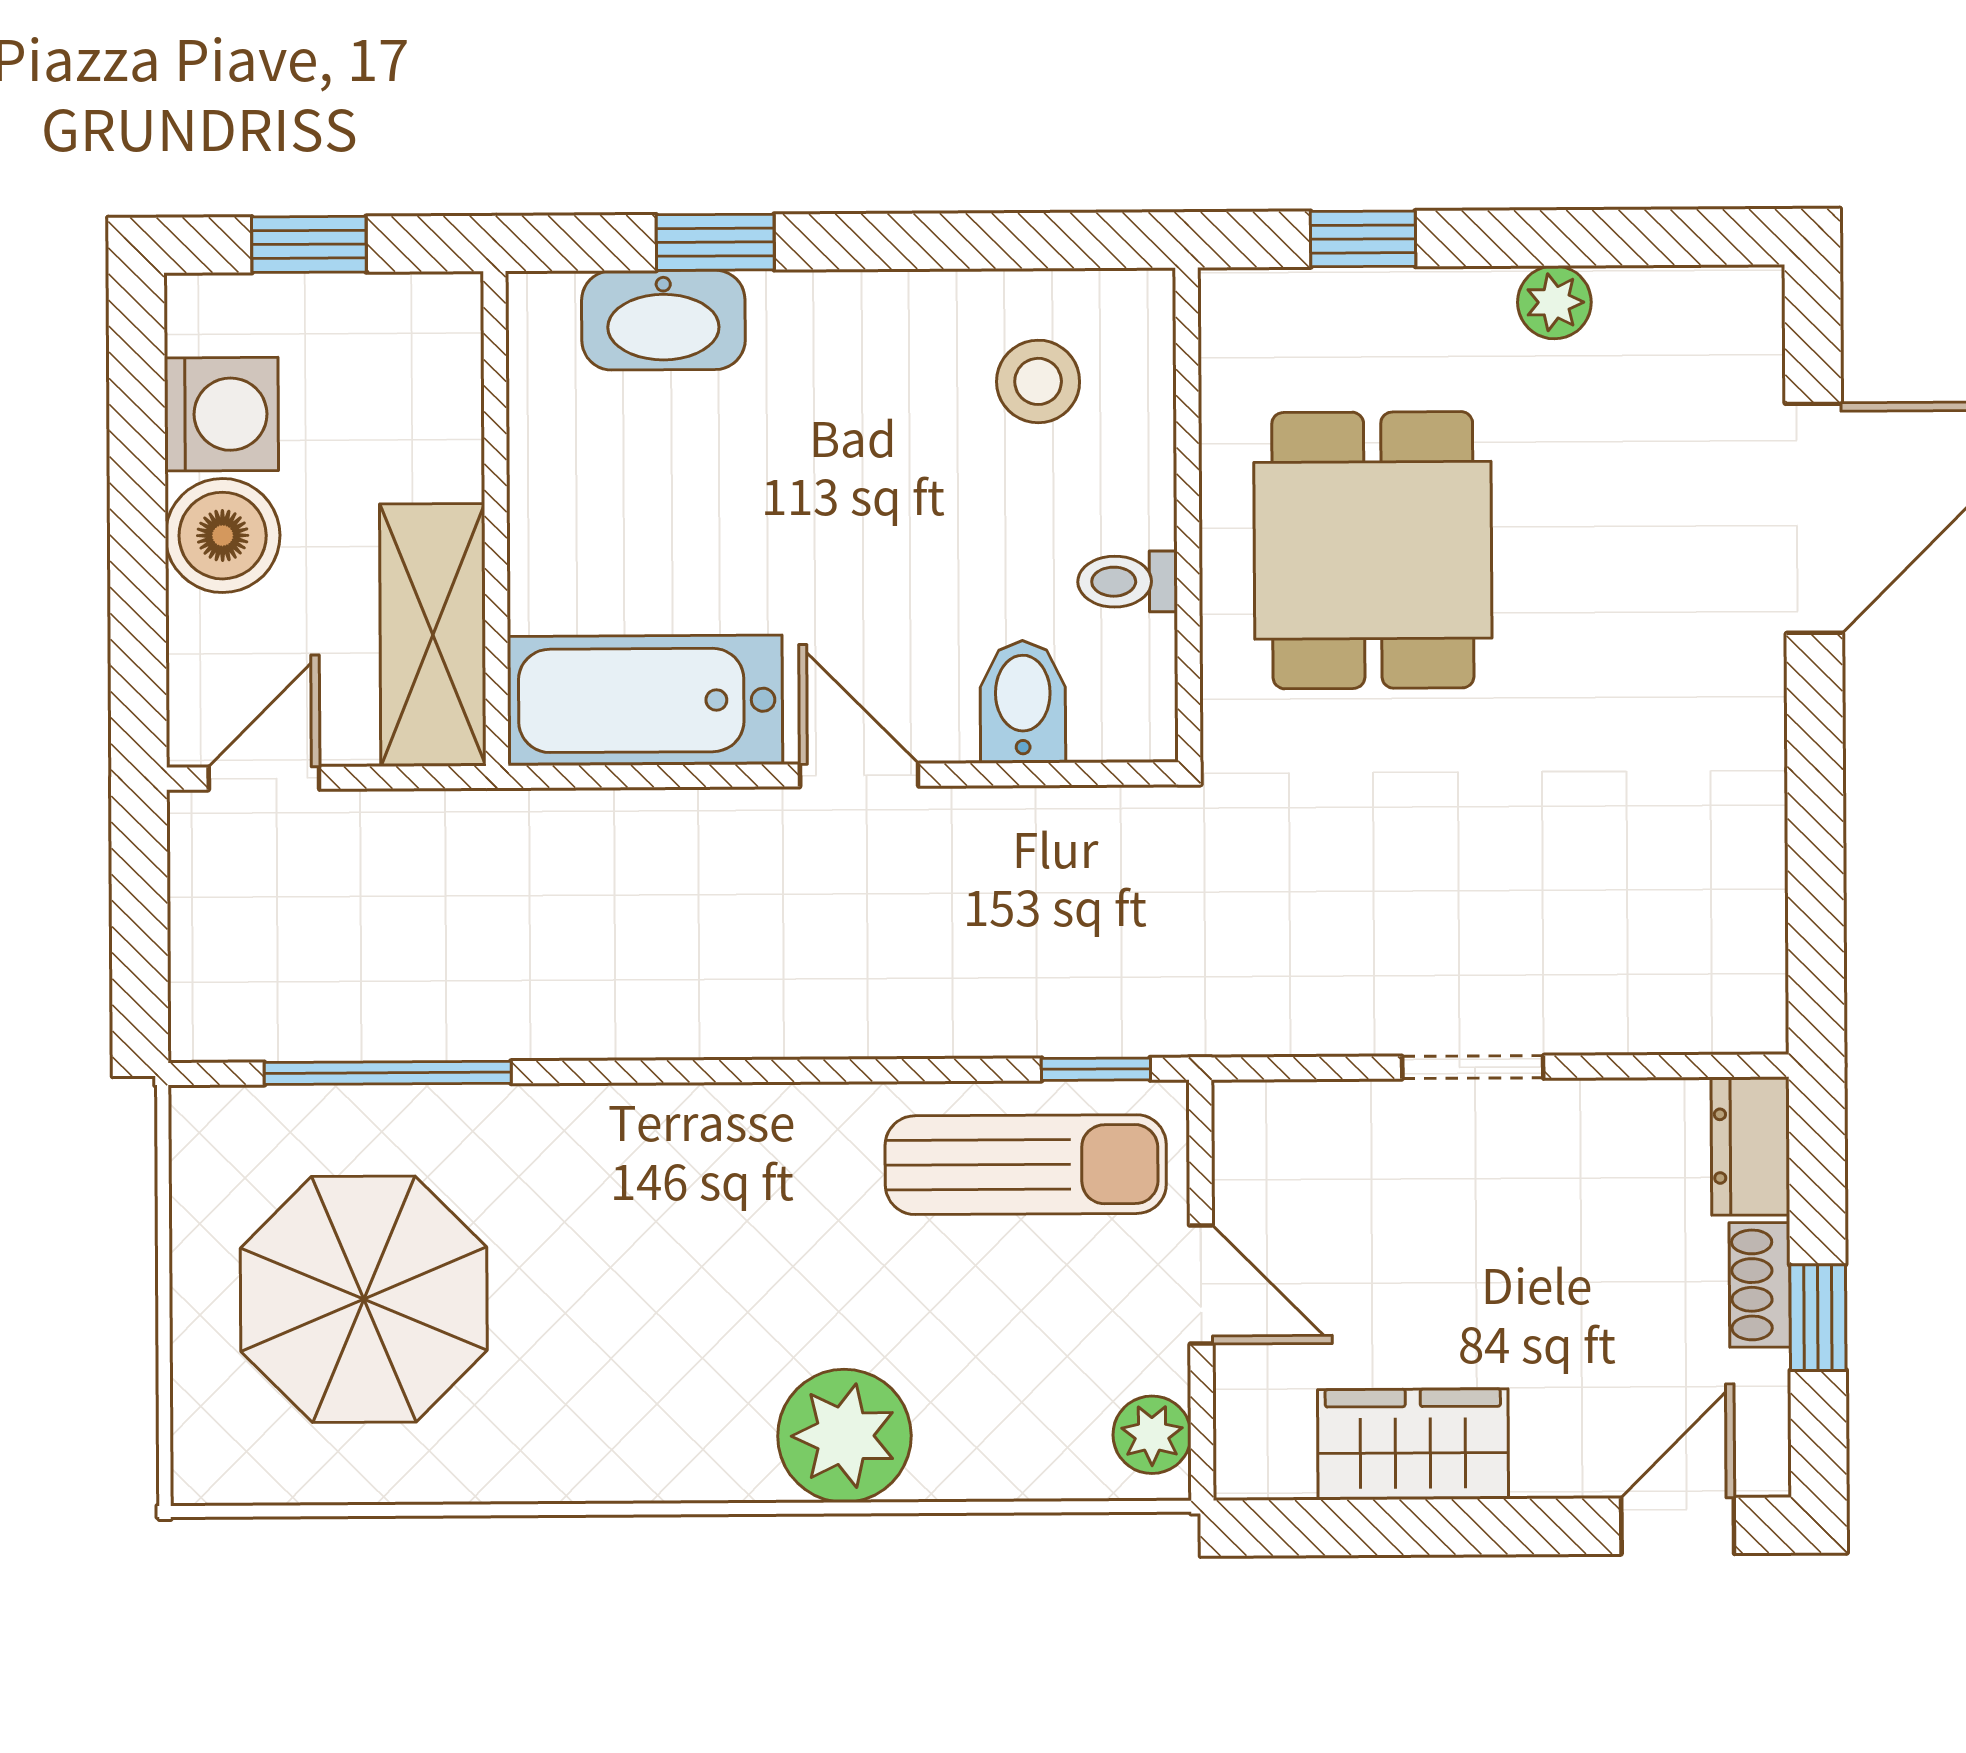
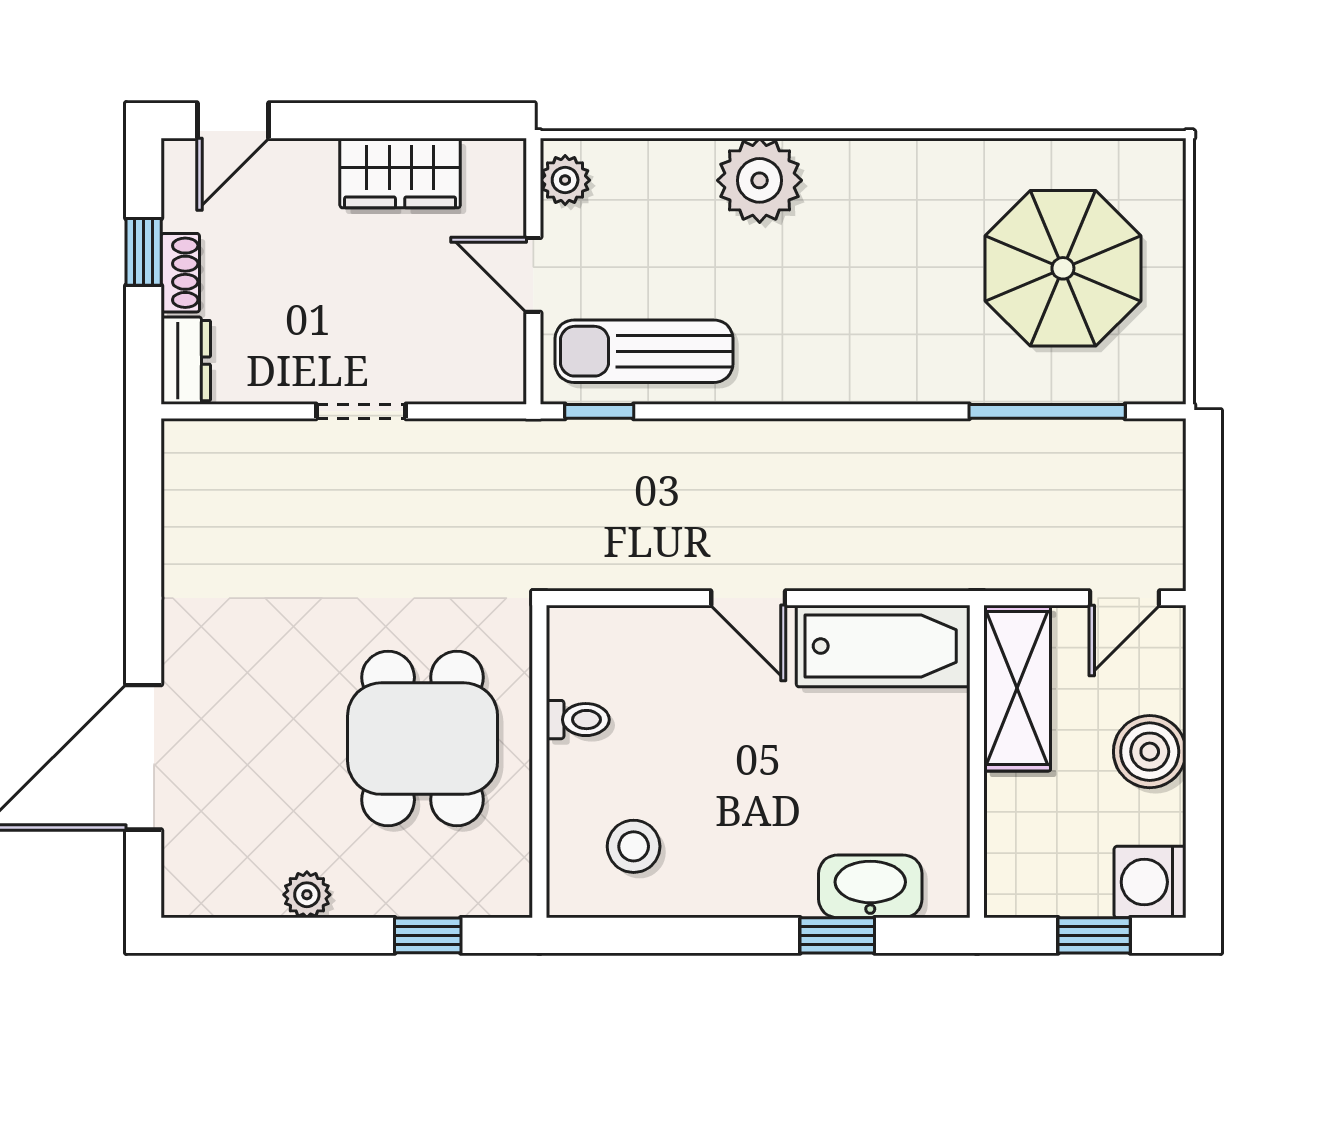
washing machine: (221, 414) -> (1150, 882), moved
bidet: (1023, 702) -> (644, 644), removed

